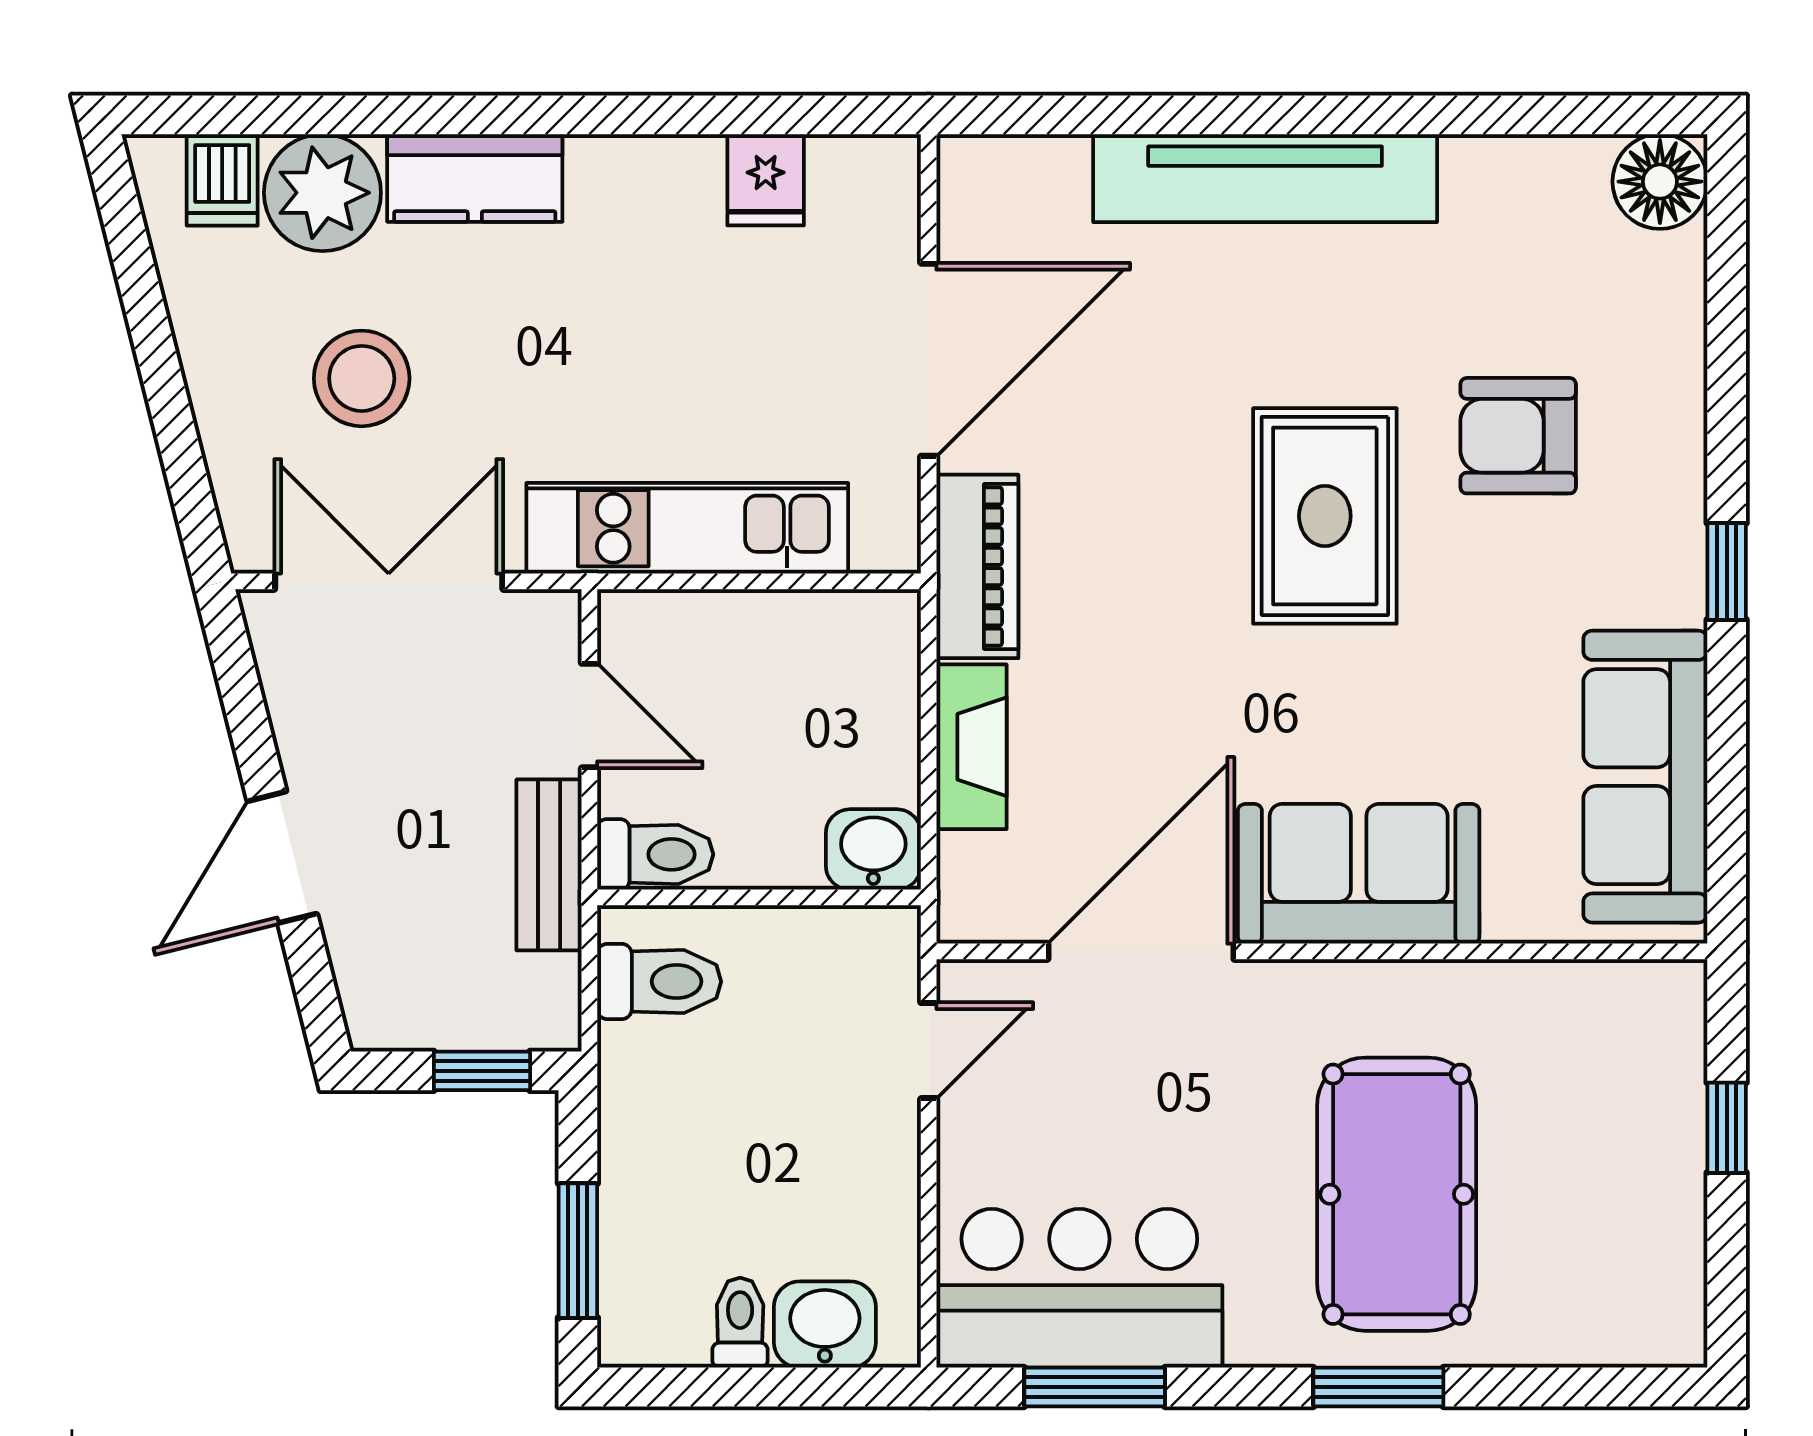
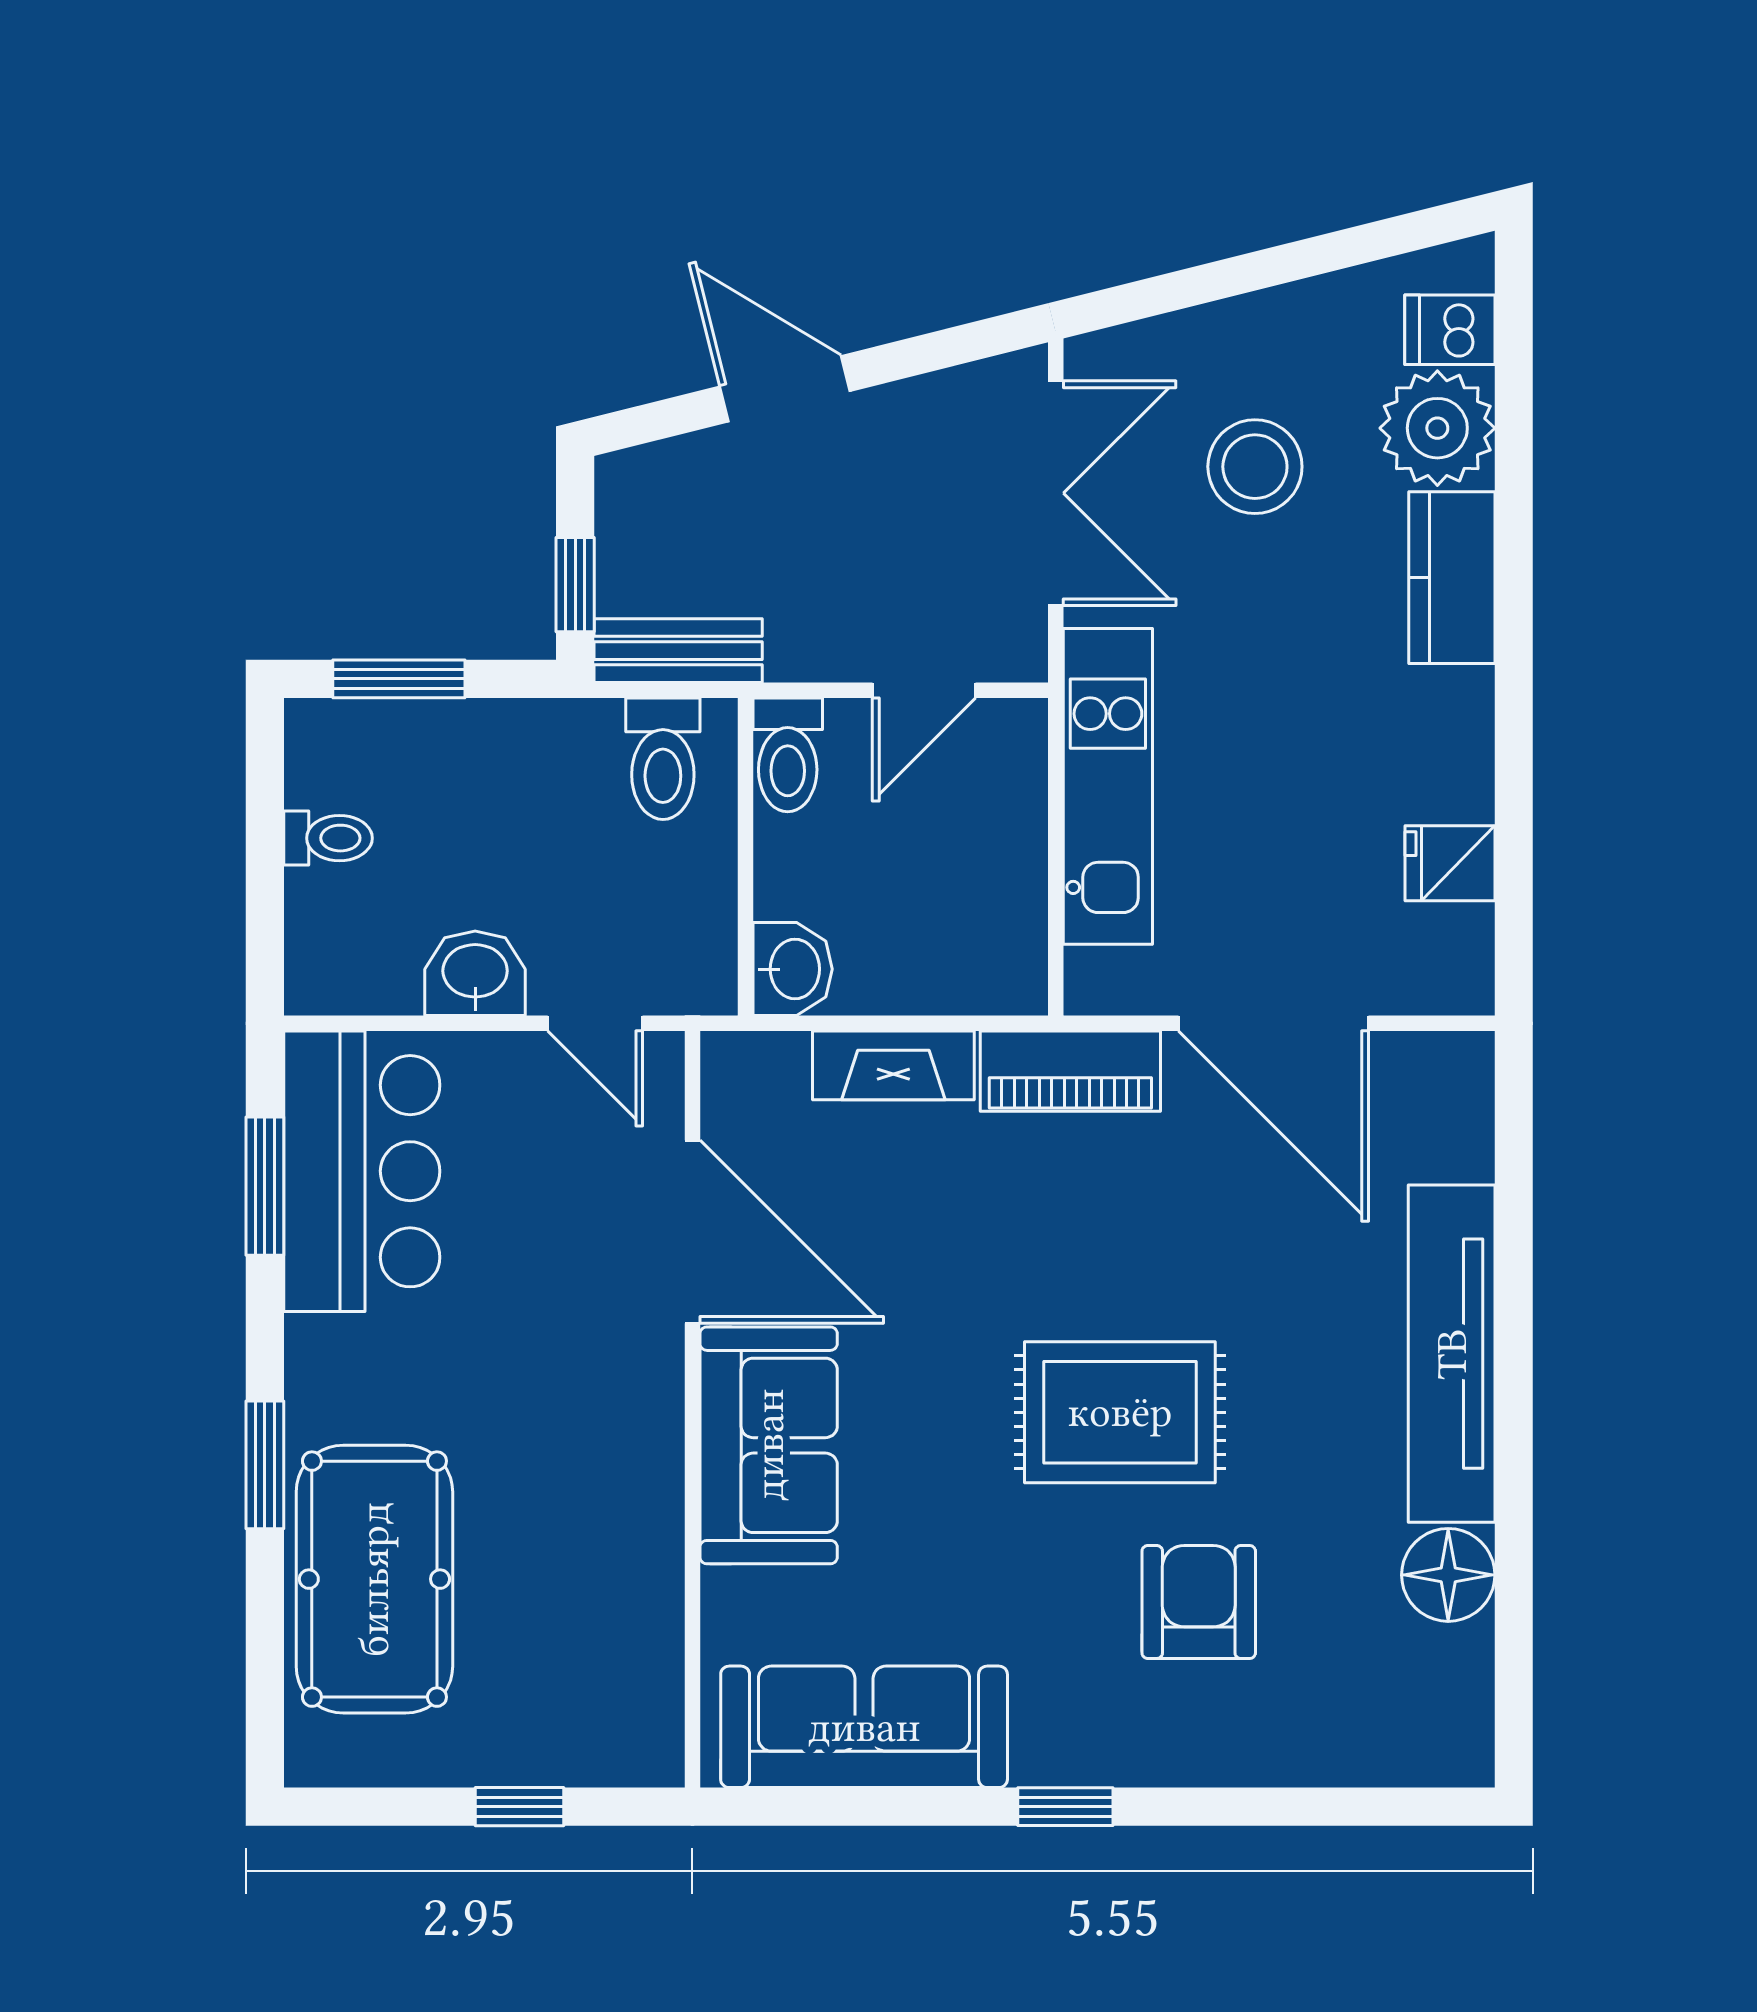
floor lamp: (1660, 182) -> (1448, 1575), moved
bench: (549, 865) -> (678, 651), moved
pool table: (1397, 1194) -> (374, 1579), moved, turned 90
washbasin: (825, 1325) -> (475, 973), moved, turned -90

